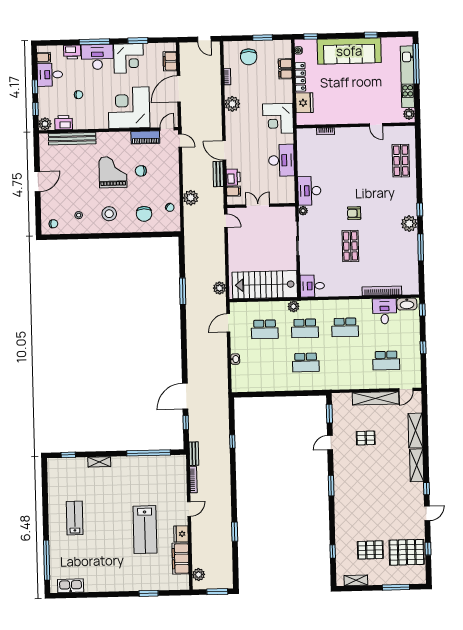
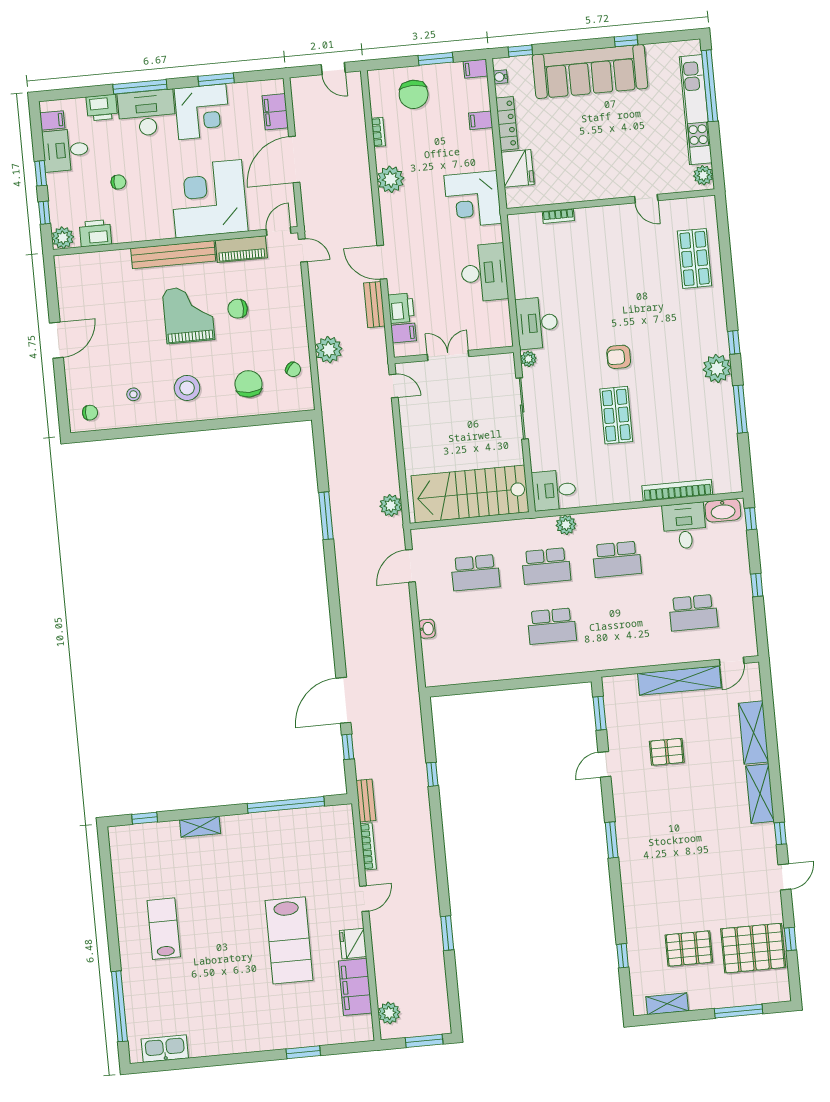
filing cabinet: (285, 64) -> (475, 69), moved
bench: (72, 139) -> (173, 255), moved
chair: (144, 214) -> (249, 384), turned 180
plant: (293, 306) -> (566, 525), moved

